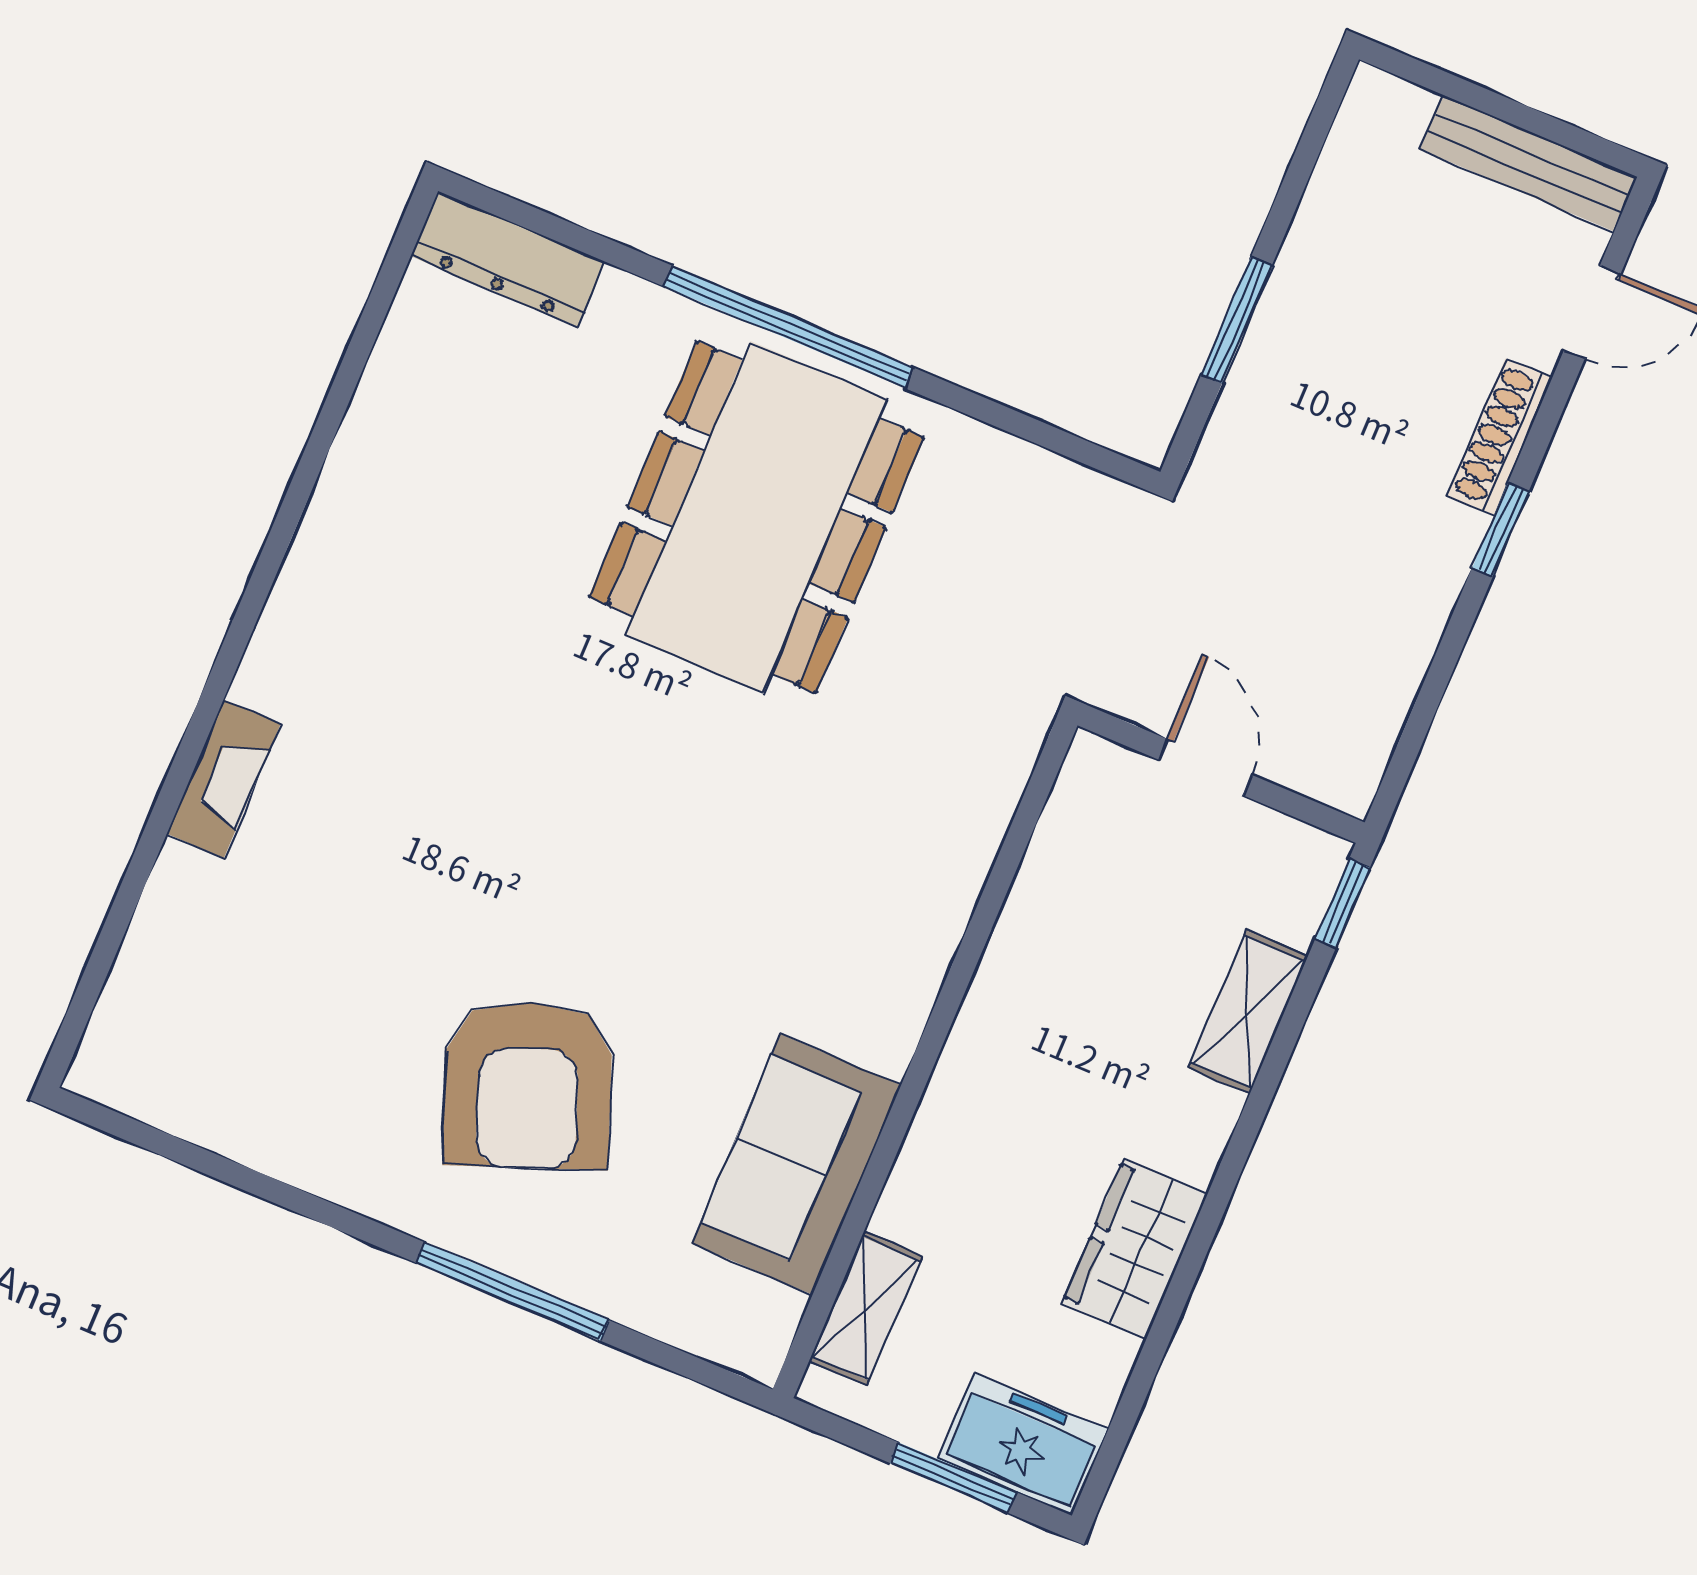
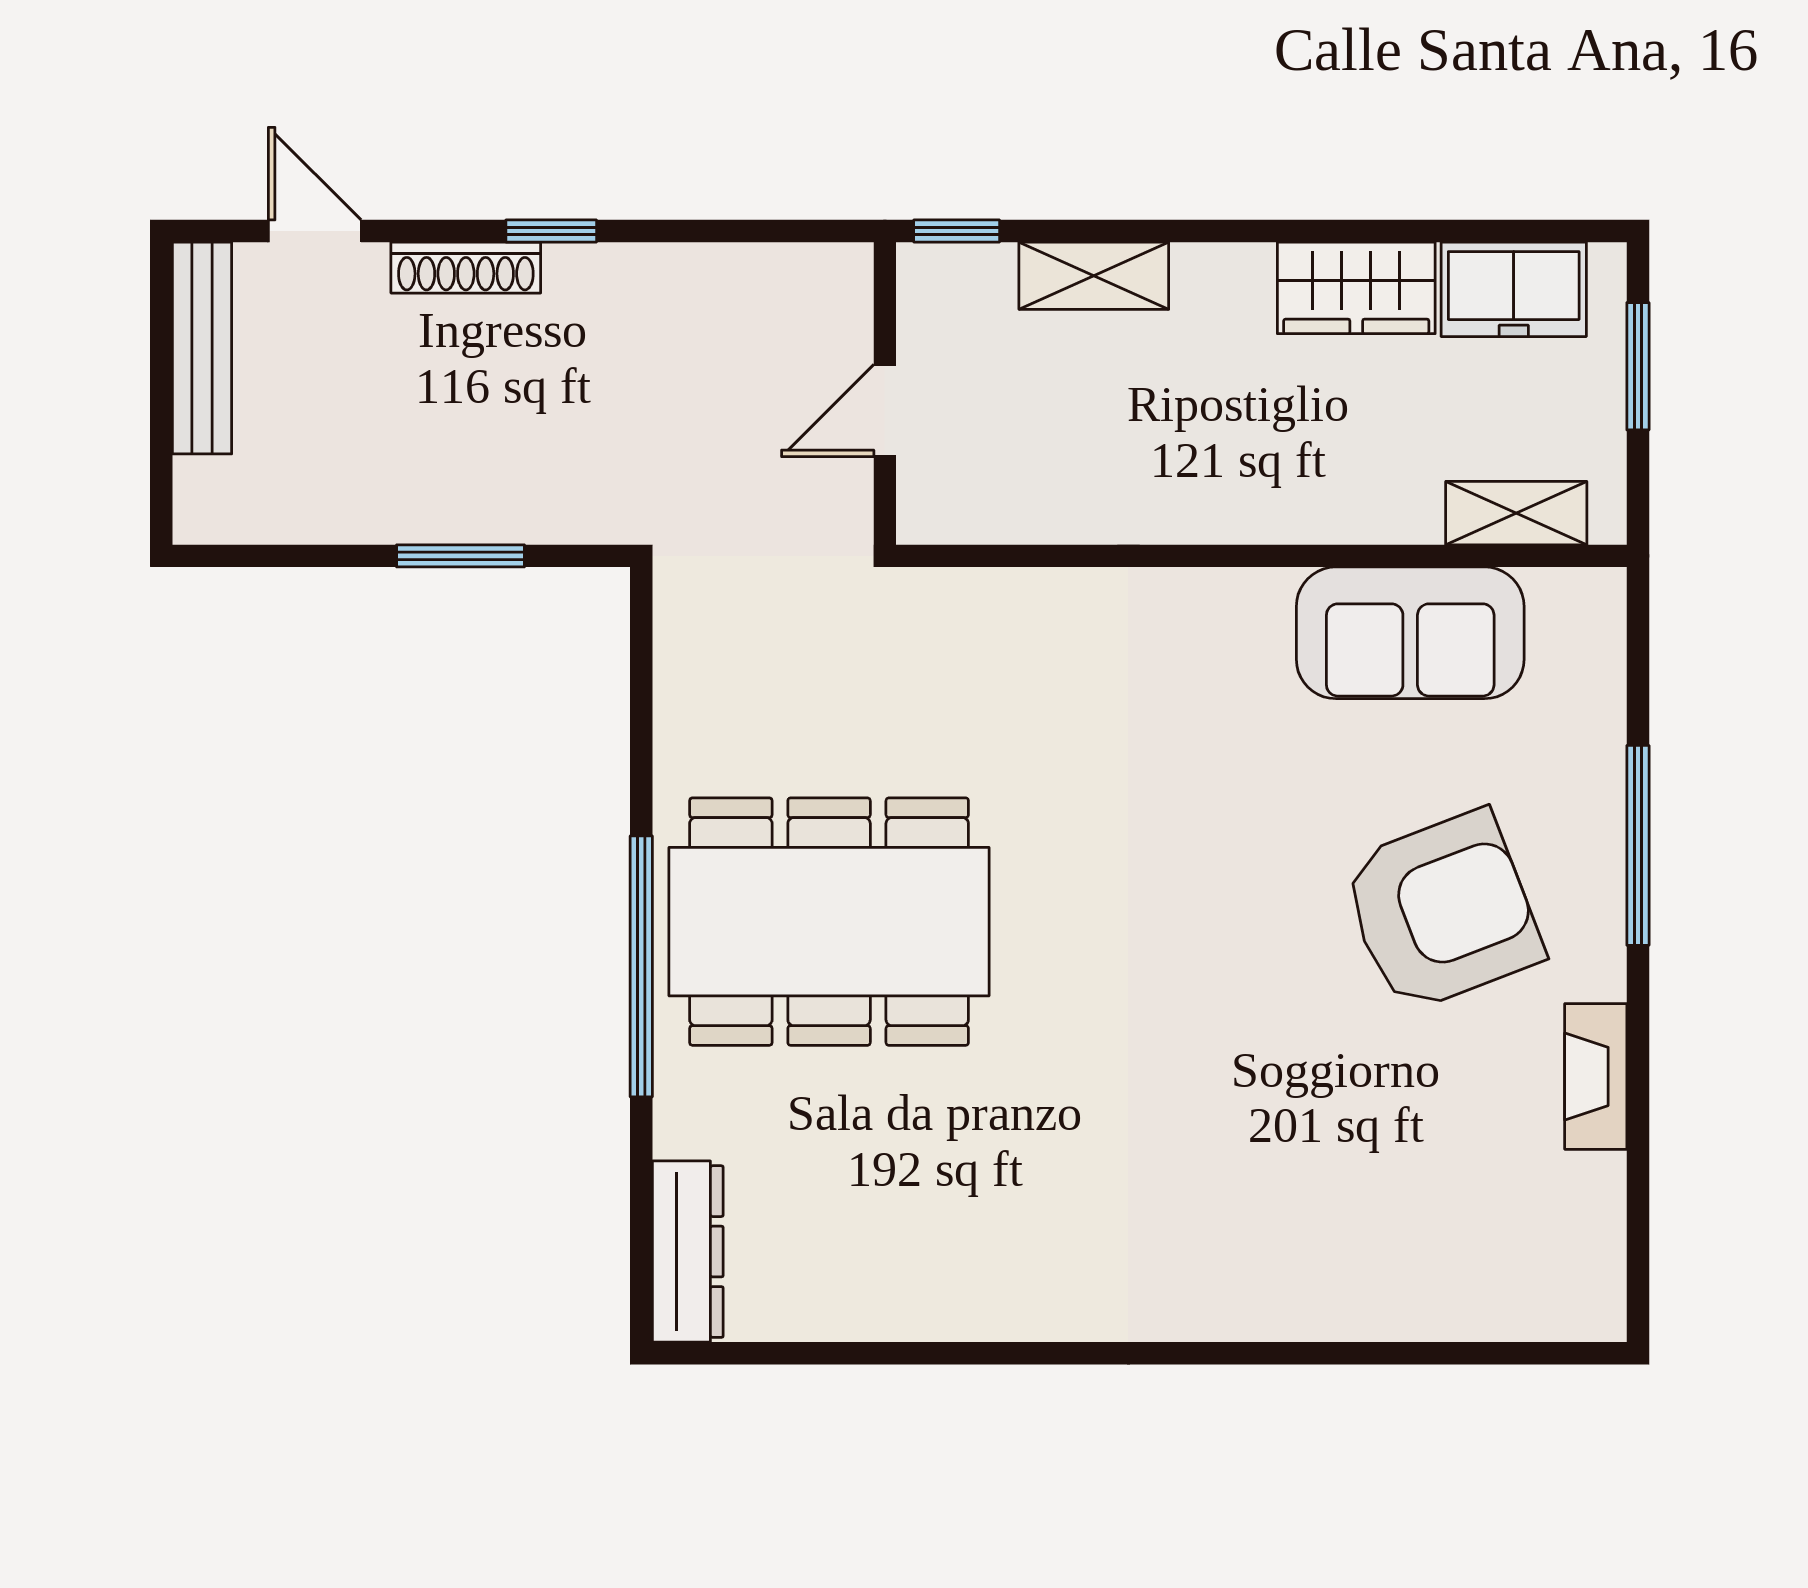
fireplace: (224, 779) -> (1596, 1076), moved, turned -90
freezer: (1023, 1444) -> (1514, 289), moved, turned -90

